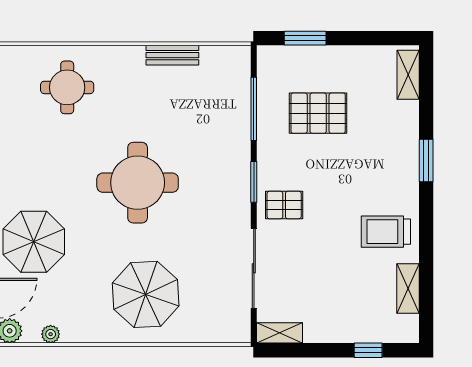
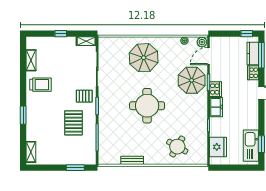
round table: (67, 87) -> (177, 147), turned 30
pallet: (318, 113) -> (73, 123), moved, turned 90
window: (368, 350) -> (61, 34), moved

